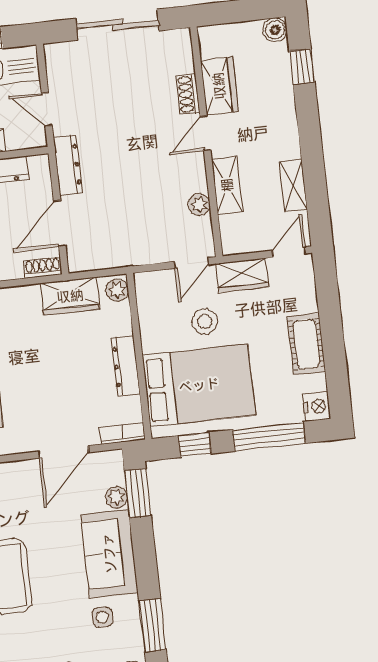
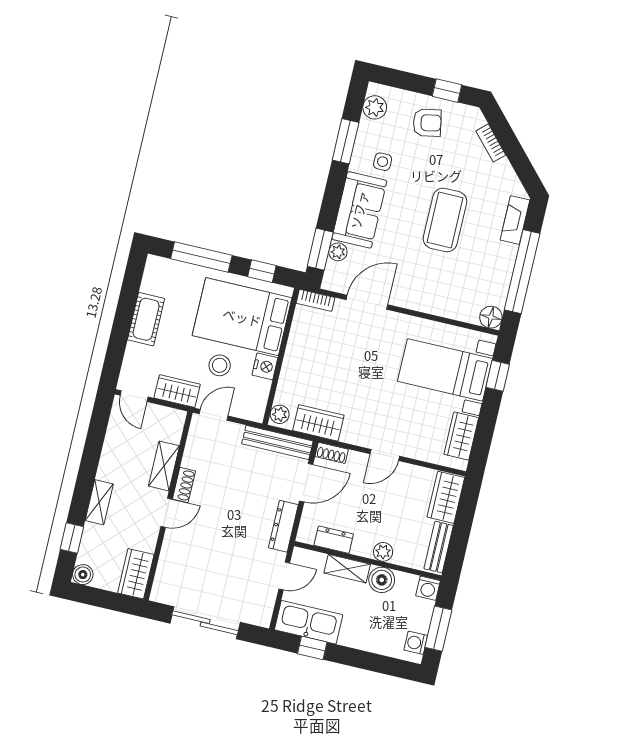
wardrobe: (219, 86) -> (136, 574), moved
shoe rack: (188, 94) -> (184, 485), moved
door: (47, 109) -> (284, 576), hinge flipped
shelving: (293, 185) -> (99, 502), moved
plant: (199, 205) -> (191, 459), removed
door: (289, 252) -> (134, 396), hinge flipped
bench: (108, 257) -> (277, 442), added
dresser: (125, 366) -> (294, 352), removed
nightstand: (317, 406) -> (265, 366), moved, turned 180

